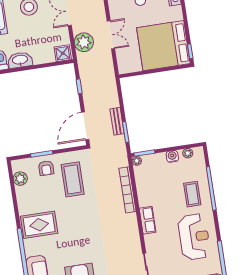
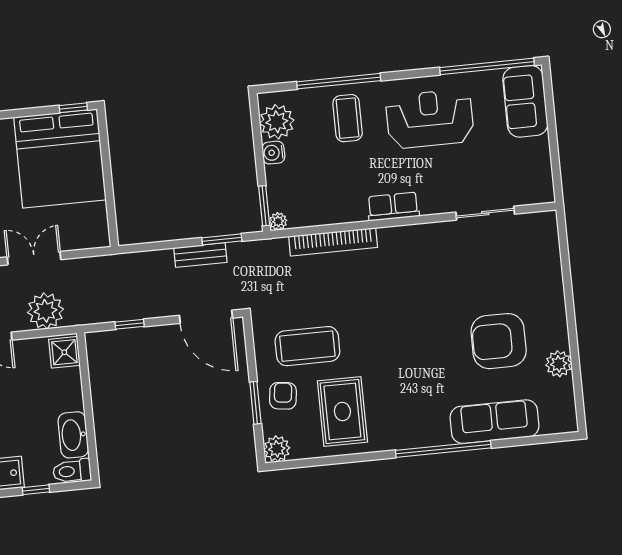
plant: (188, 153) -> (277, 122), width x1.87, depth x1.87
armchair: (46, 168) -> (283, 396), turned -83
plant: (20, 179) -> (277, 449), moved
coffee table: (192, 194) -> (348, 118), turned 90
rug: (39, 225) -> (342, 411), moved

